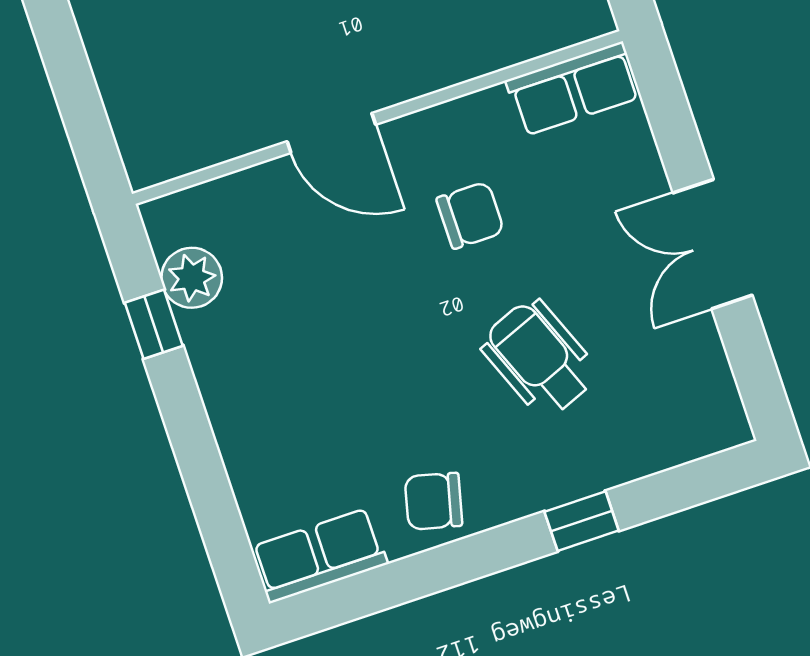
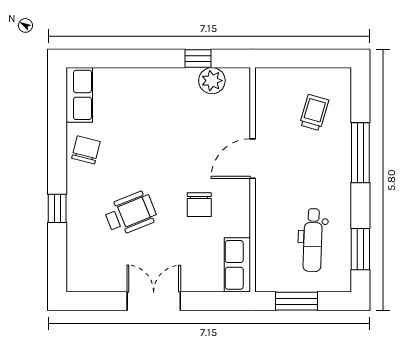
trolley: (186, 33) -> (314, 112), added

